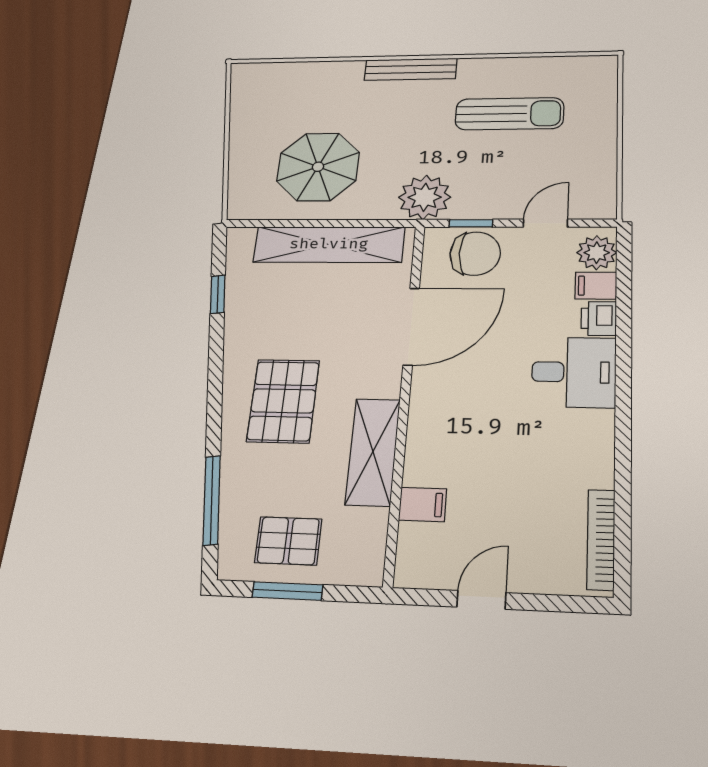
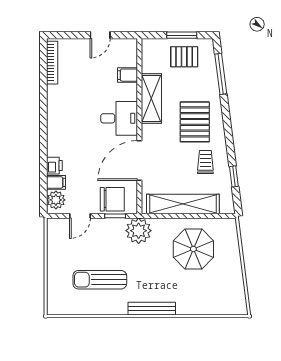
chair: (475, 254) -> (112, 199), turned 180
trolley: (272, 322) -> (205, 162), added
desk: (574, 372) -> (119, 118), moved, turned 180

